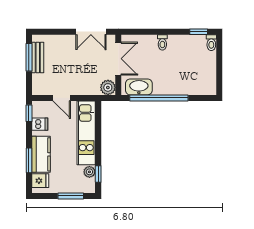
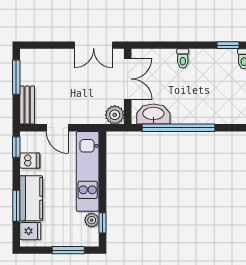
bench: (38, 57) -> (27, 105), moved

